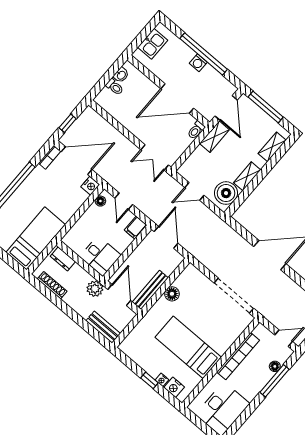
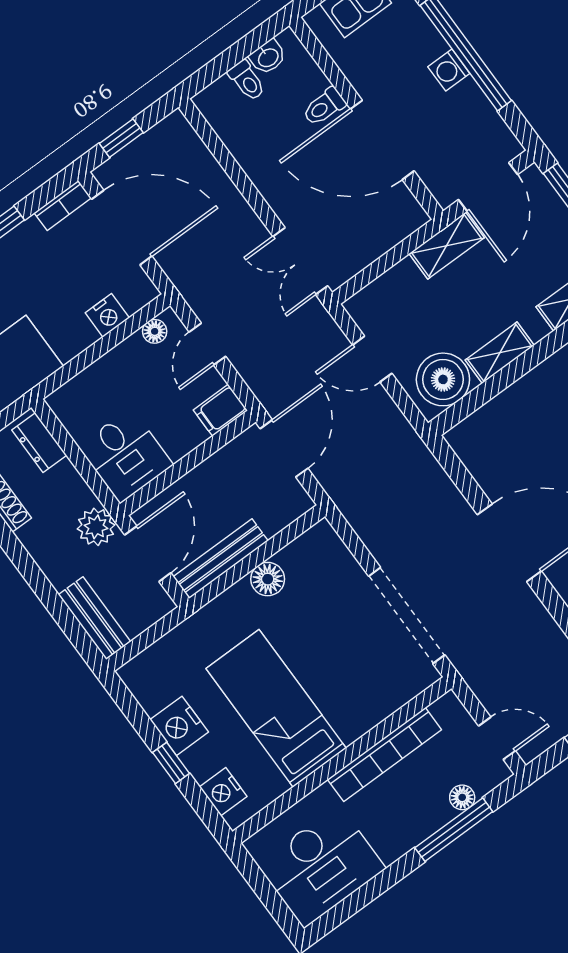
toilet: (196, 130) -> (324, 107), moved
nightstand: (90, 186) -> (107, 315), moved
nightstand: (162, 380) -> (179, 726), moved, width x1.89, depth x1.79

